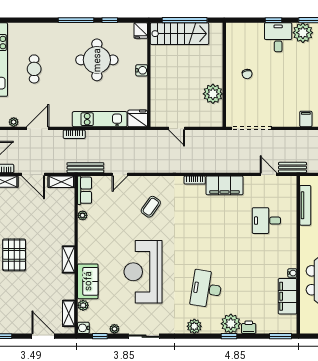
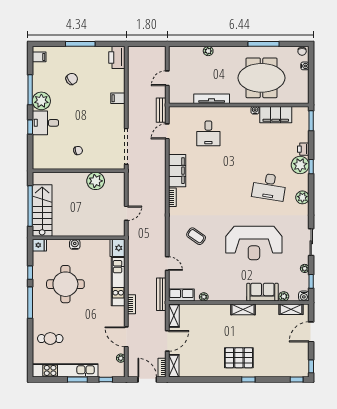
cafe table: (34, 69) -> (50, 339), moved
tv unit: (305, 205) -> (212, 99), moved

